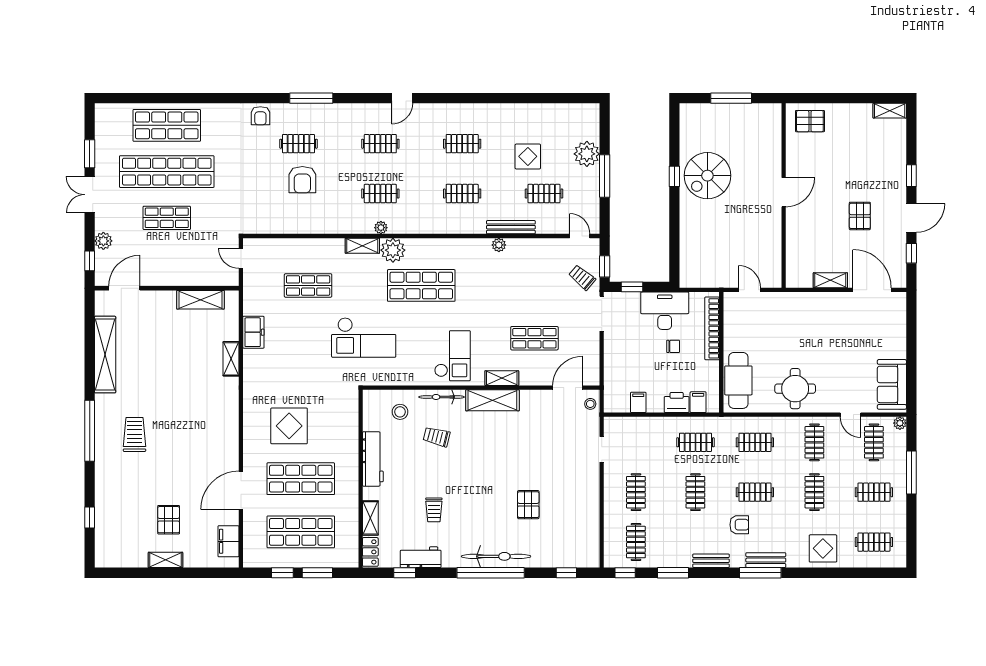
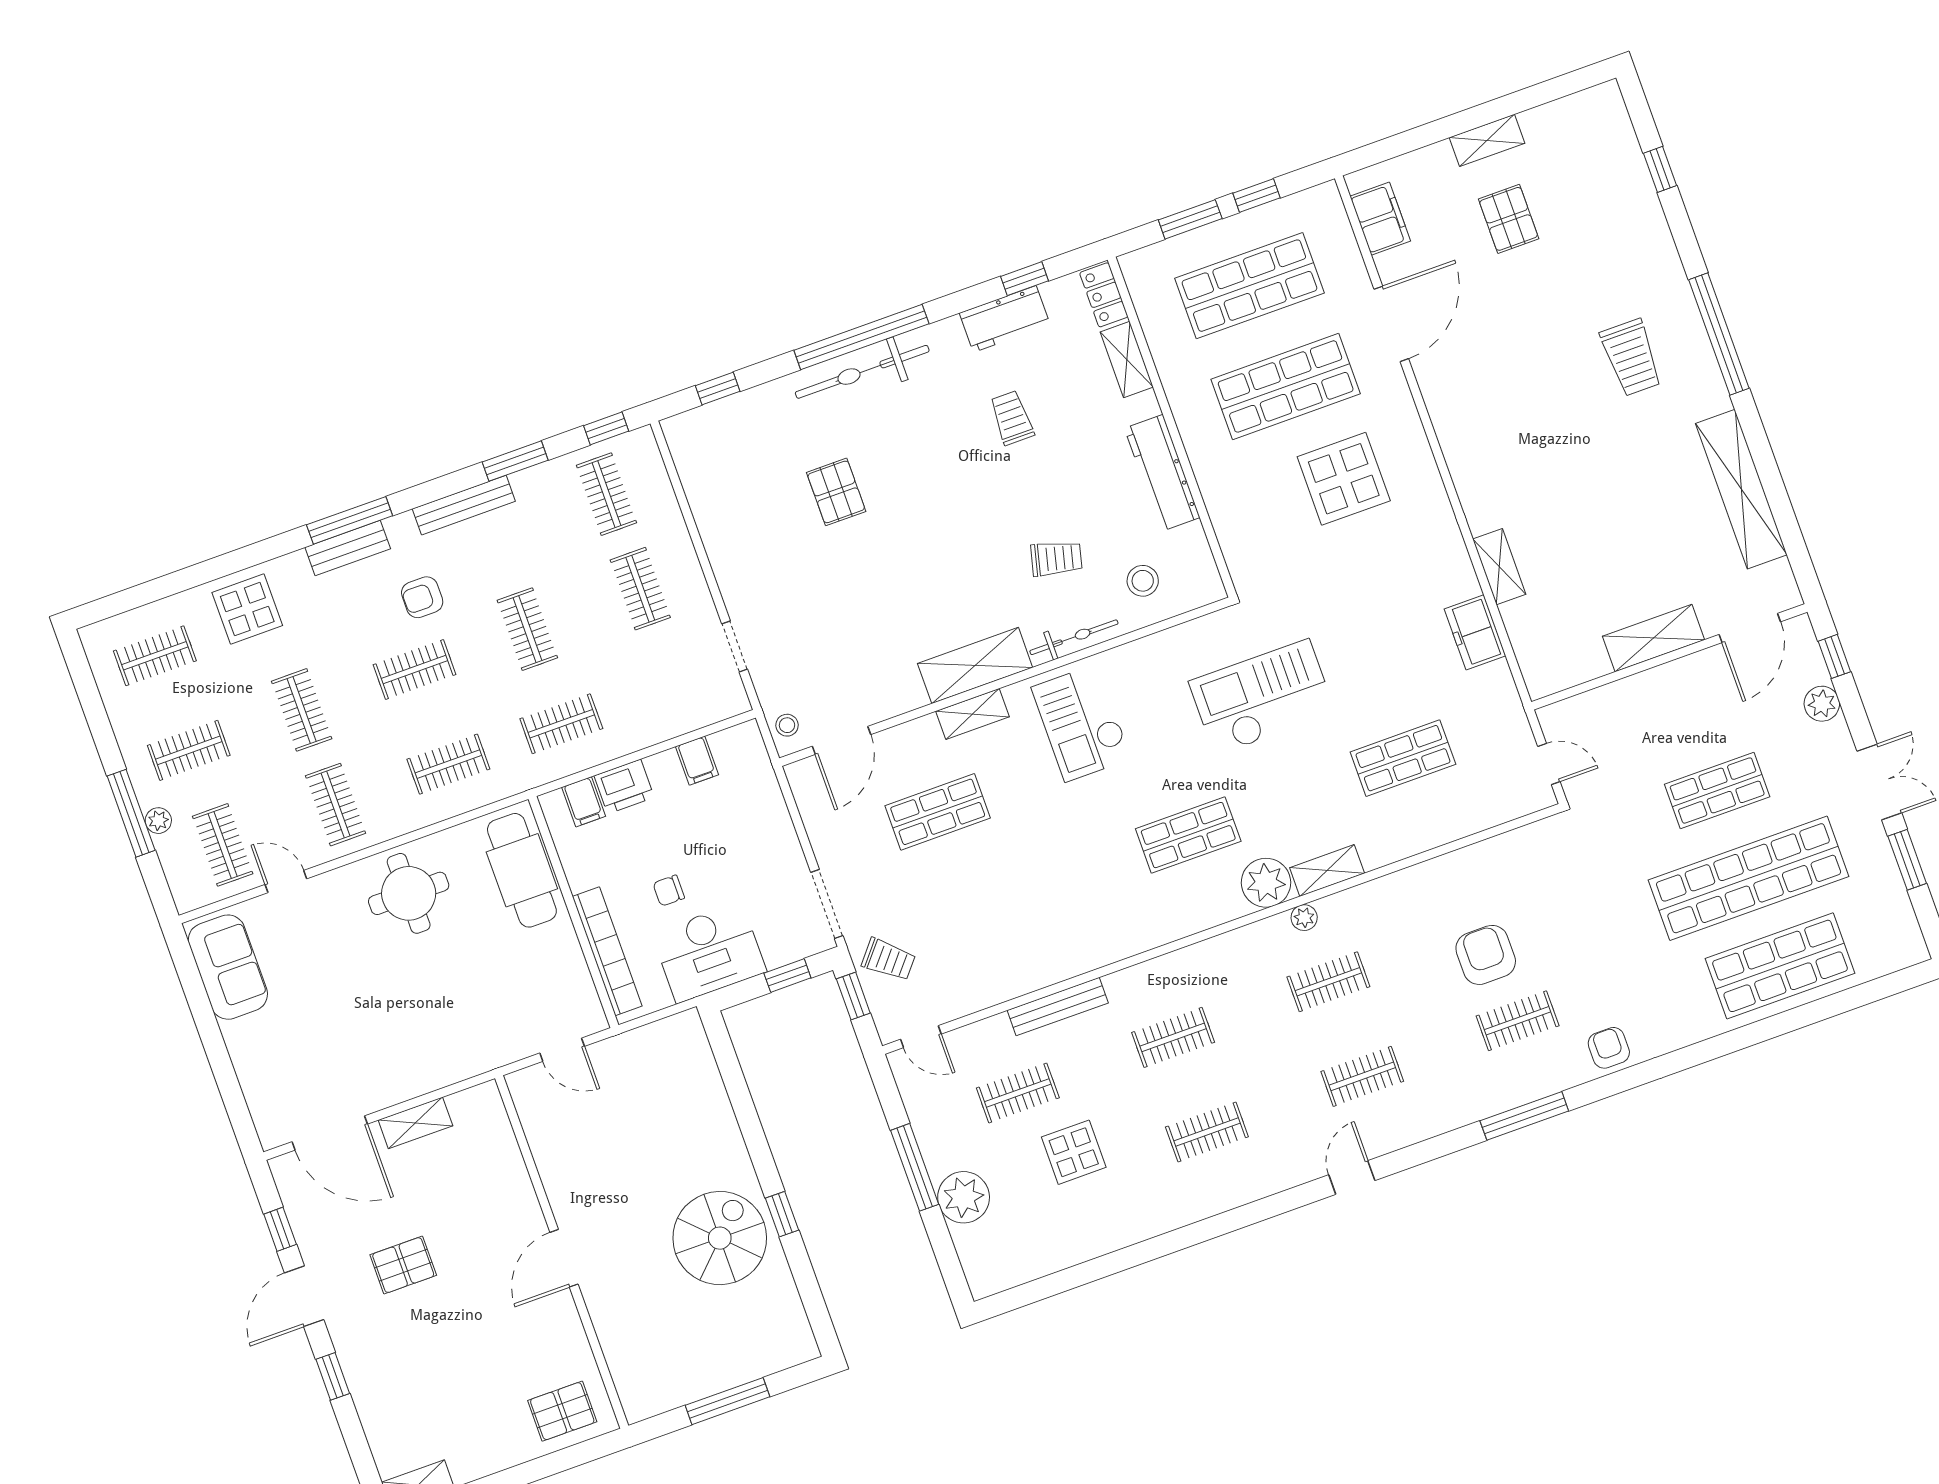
pallet: (860, 216) -> (403, 1265), turned 90
plant: (499, 245) -> (1069, 965), removed
shop shelf: (421, 285) -> (1188, 835), width x0.70, depth x0.74
shelving: (200, 300) -> (1654, 638), moved
plant: (900, 423) -> (158, 821), moved
bench: (711, 561) -> (464, 505), width x1.36

